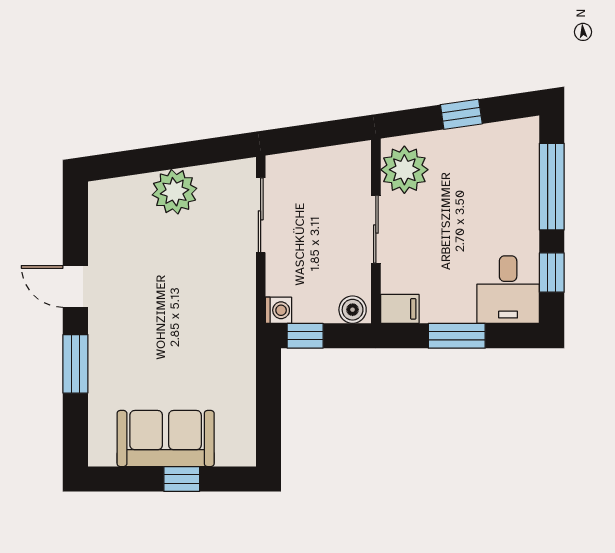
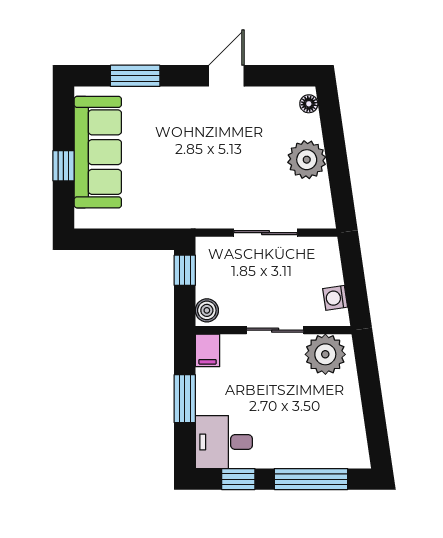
window: (461, 114) -> (372, 403), removed
floor lamp: (109, 189) -> (309, 104), added
sliding door: (261, 215) -> (266, 233), moved
washing machine: (278, 310) -> (335, 298), moved, turned 82
window: (75, 364) -> (135, 76), moved
sofa: (166, 438) -> (98, 152), width x1.36

